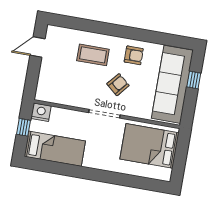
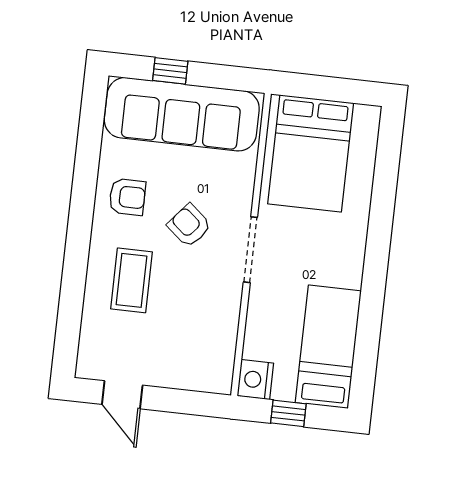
armchair: (134, 55) -> (127, 197), turned 90

